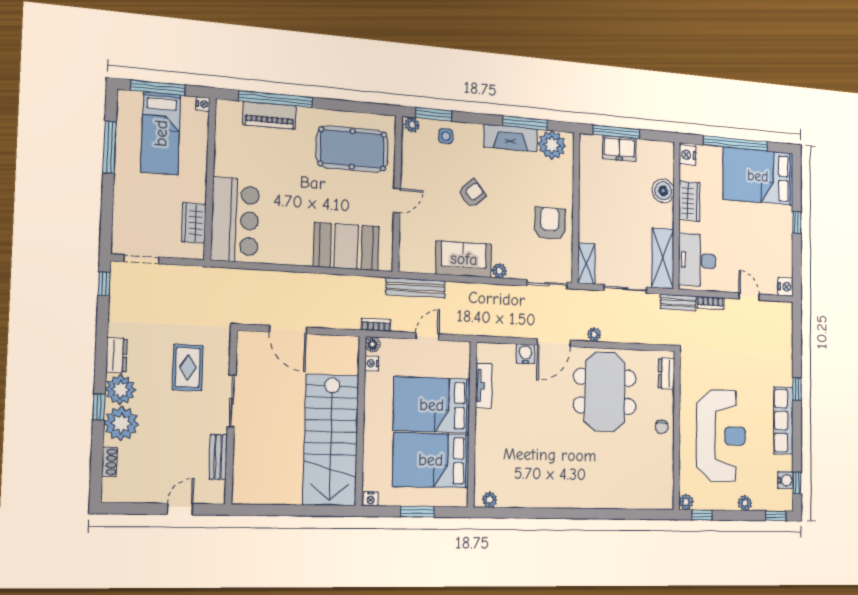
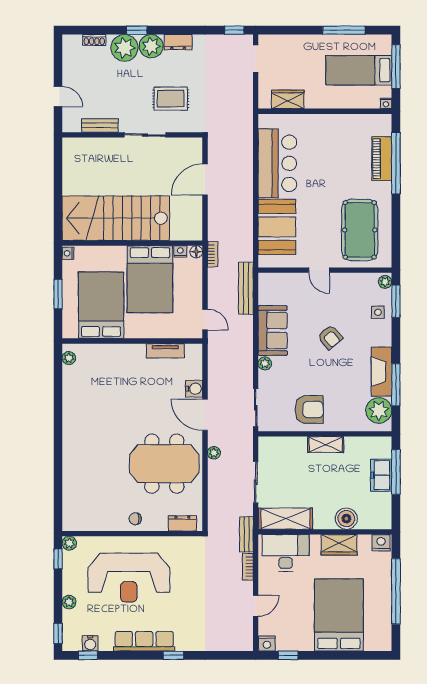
bed: (758, 176) -> (339, 615), moved
bar counter: (235, 220) -> (277, 163), moved, turned -90
window: (797, 223) -> (288, 655), moved
shelving: (586, 263) -> (326, 445), moved
door: (428, 336) -> (205, 320), moved
bed: (432, 405) -> (150, 279), moved, turned 180

